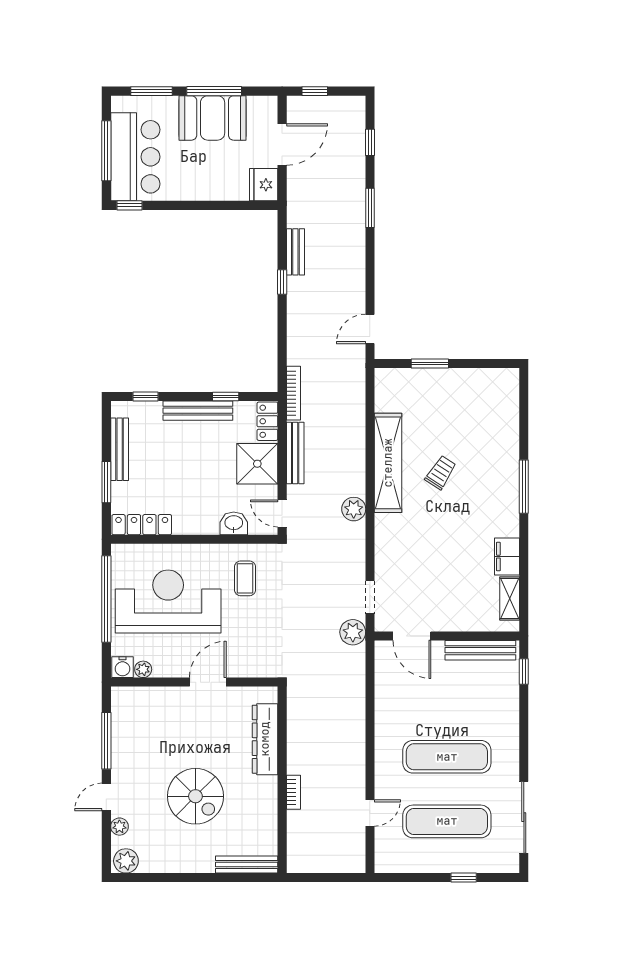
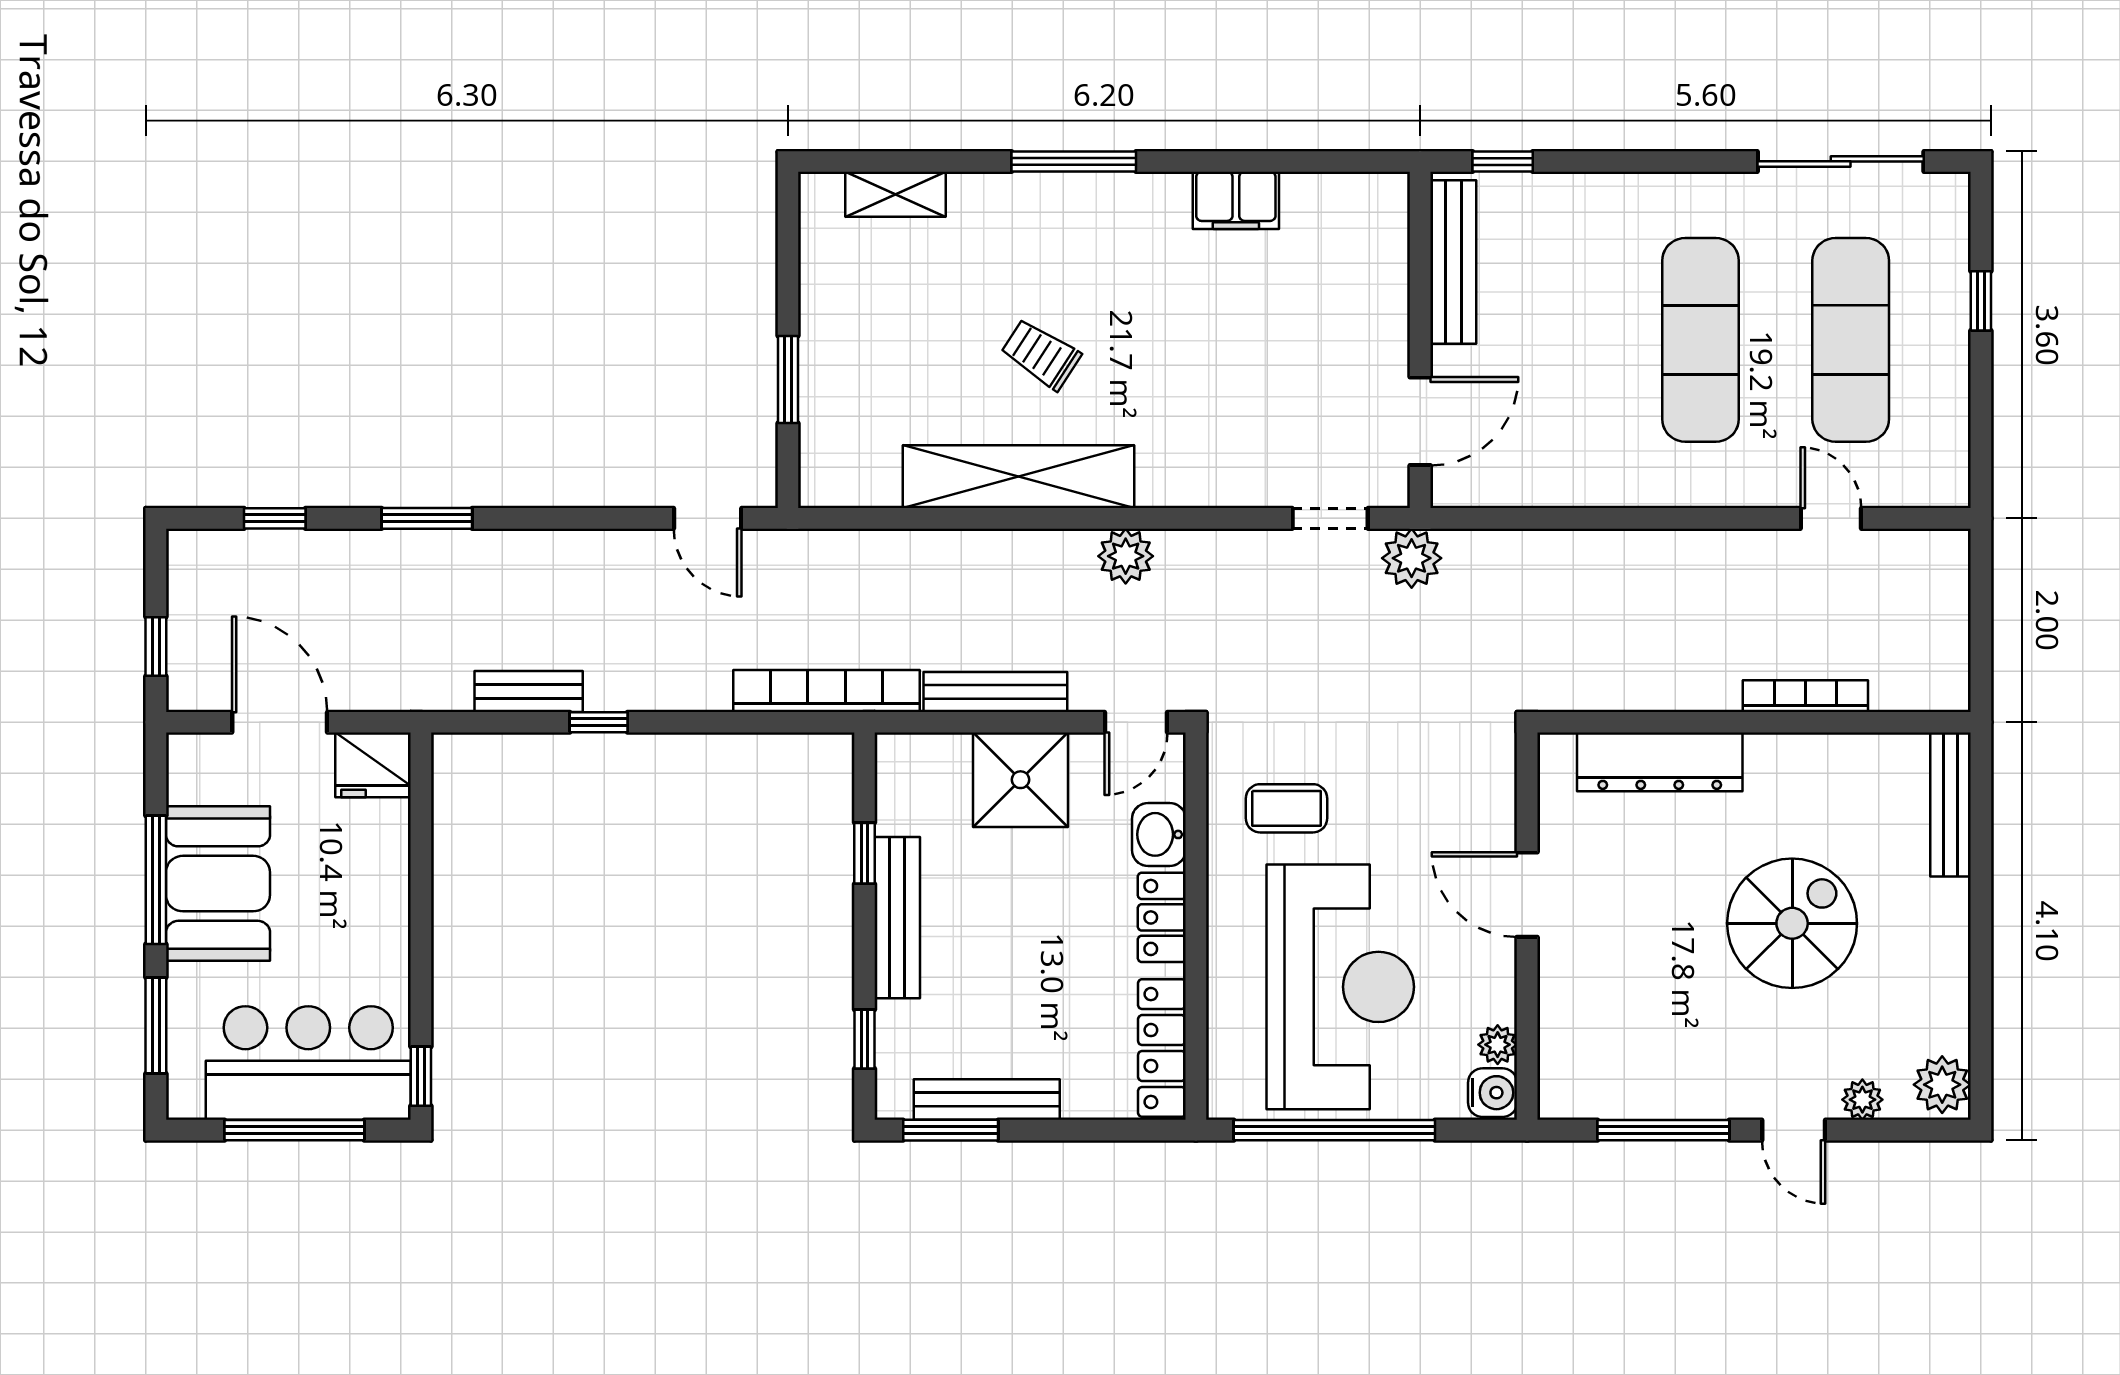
bookcase: (293, 393) -> (827, 691), width x1.48, depth x1.31
locker: (267, 421) -> (1162, 917), moved, turned 90
window: (106, 482) -> (951, 1130), moved
shelving: (510, 598) -> (895, 194), moved
reception desk: (168, 602) -> (1340, 987), turned 180
bookcase: (293, 792) -> (1805, 696), width x1.56

